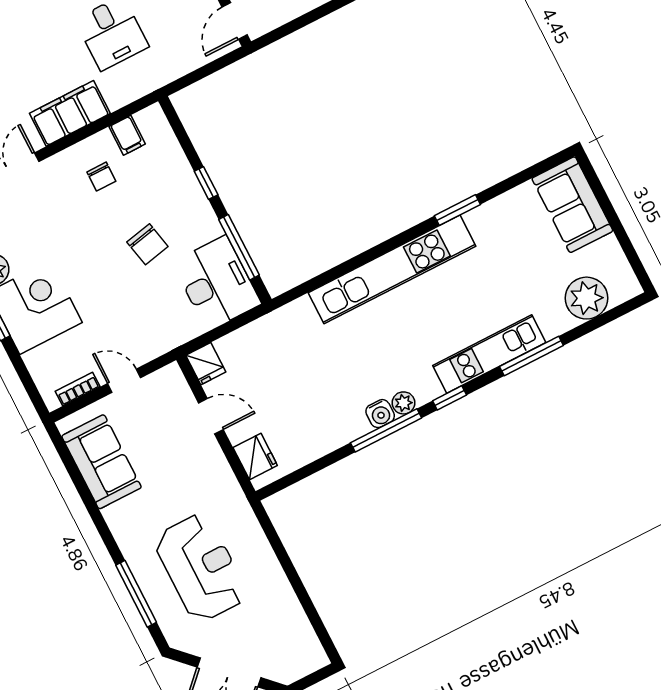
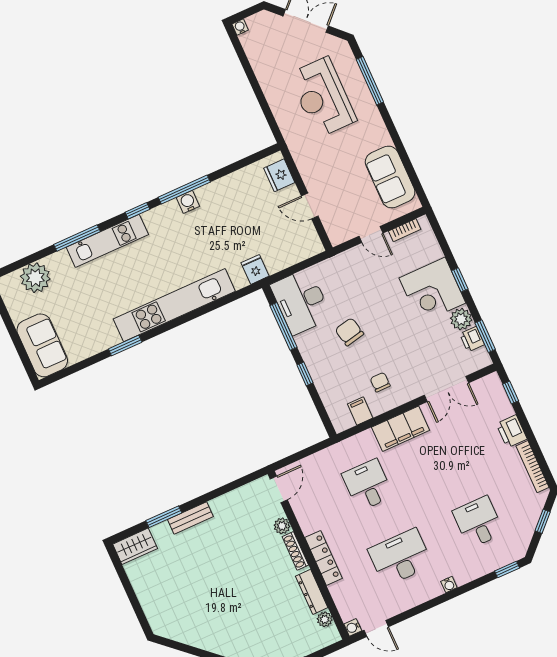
fridge: (206, 364) -> (255, 269), moved
plant: (404, 403) -> (171, 209), removed
water cooler: (320, 659) -> (240, 27), added

